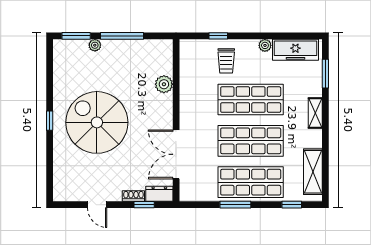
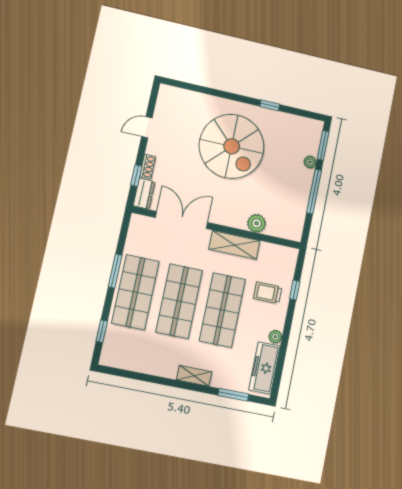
window: (50, 121) -> (270, 105), moved
spiral stairs: (97, 122) -> (232, 146), turned 90
shelving: (313, 172) -> (234, 245), moved

